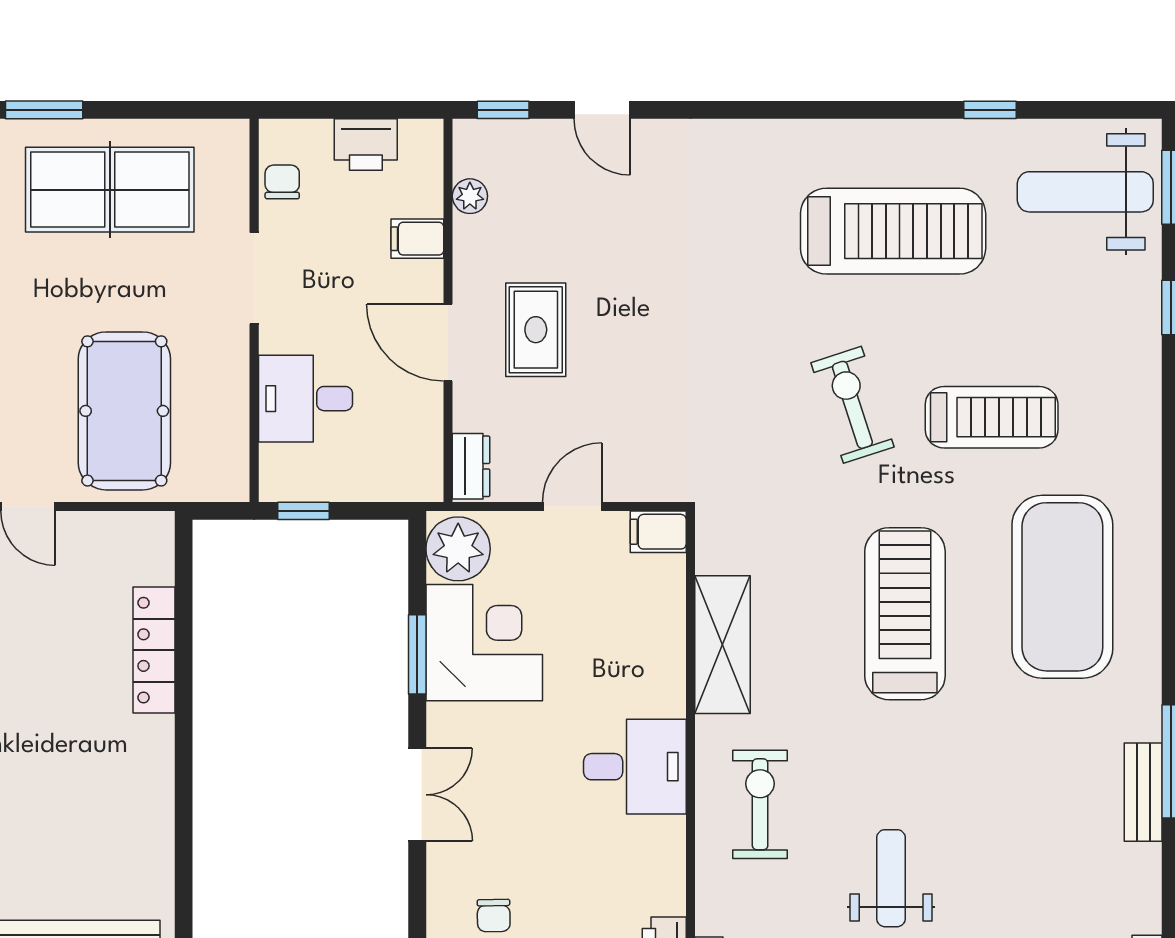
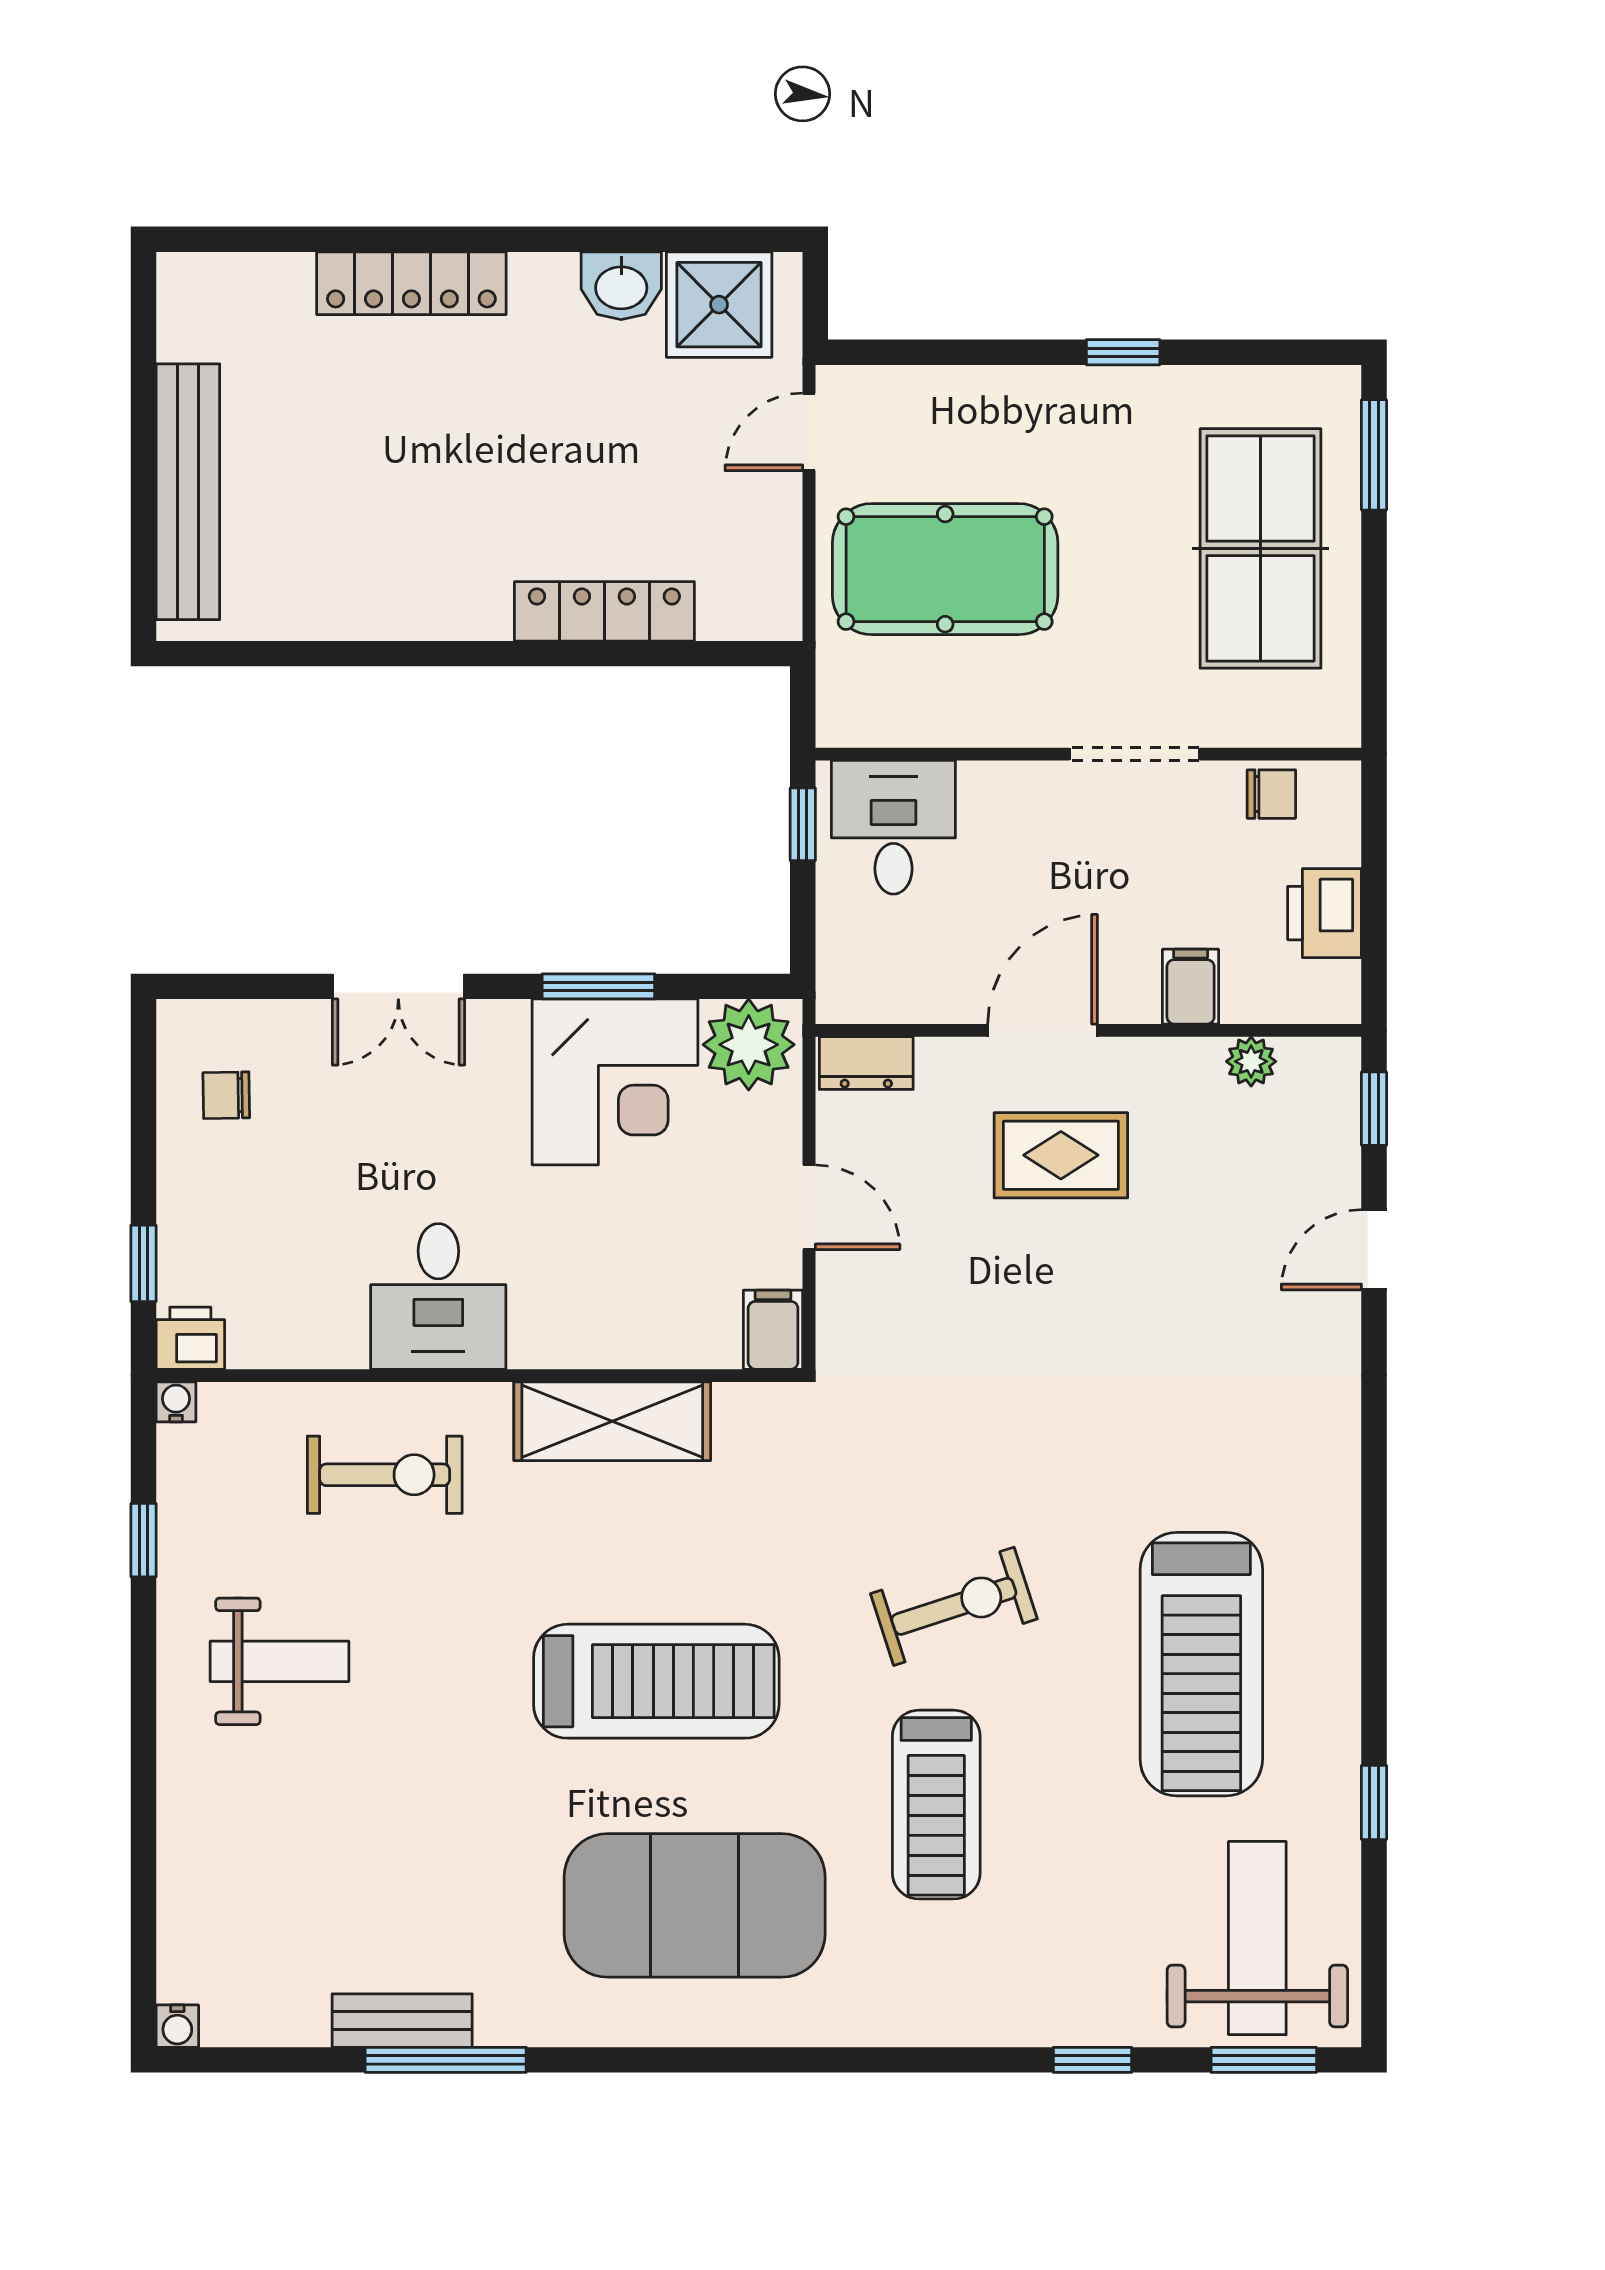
desk: (306, 399) -> (893, 827), moved

